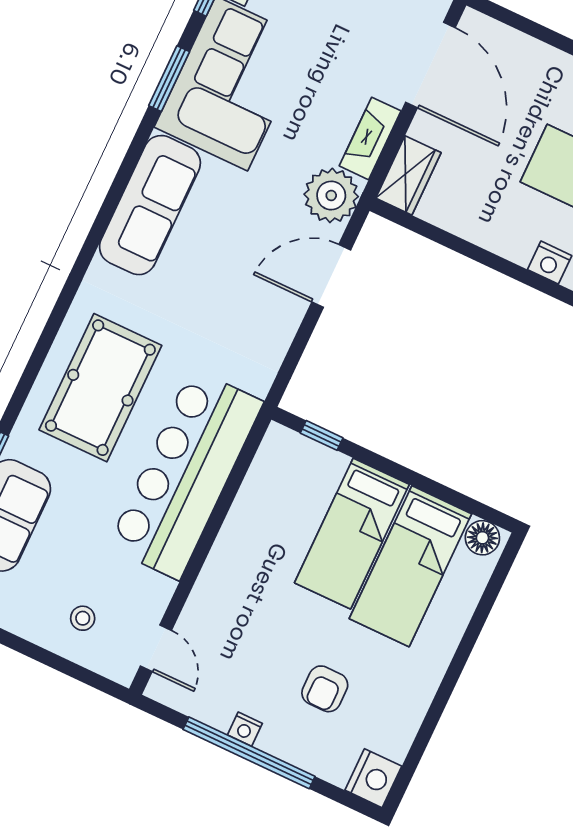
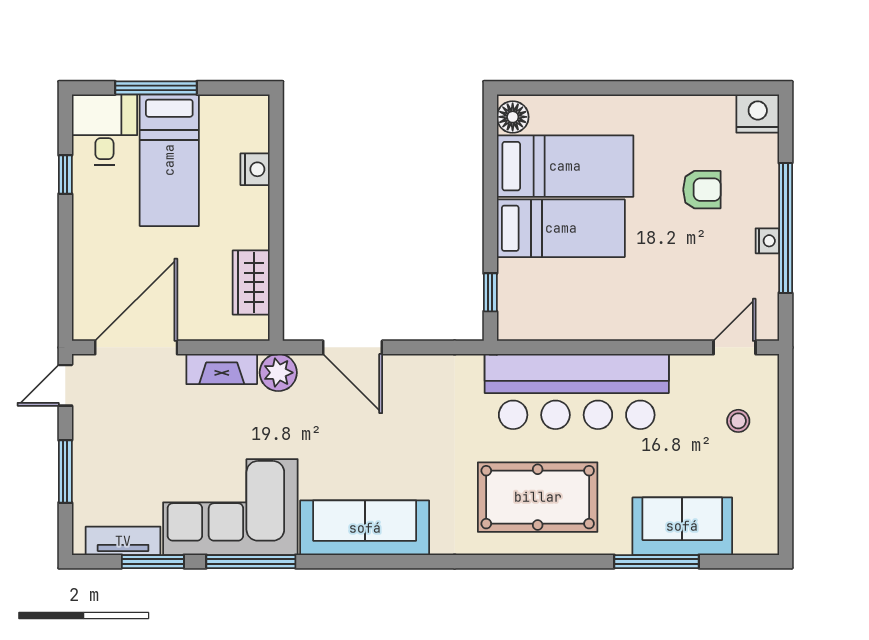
window: (169, 79) -> (251, 562), width x1.44
wardrobe: (408, 175) -> (251, 282), moved, turned -90
plant: (331, 195) -> (278, 373), width x0.73, depth x0.73

